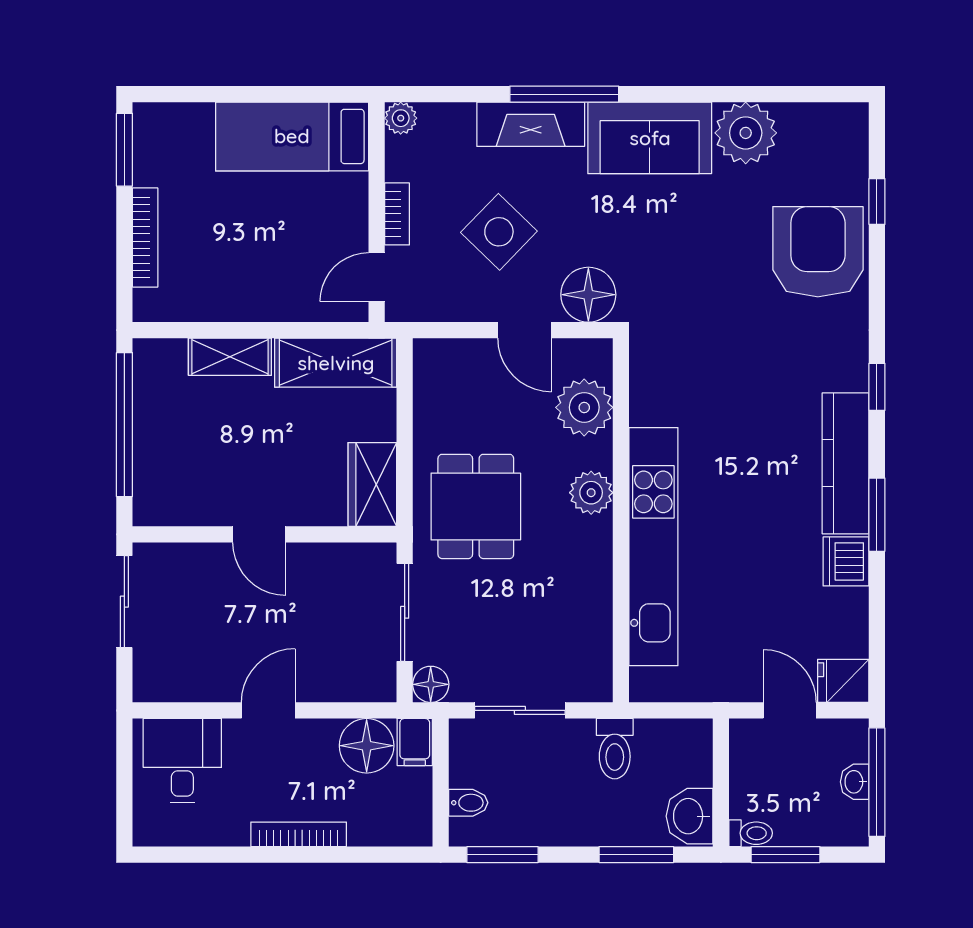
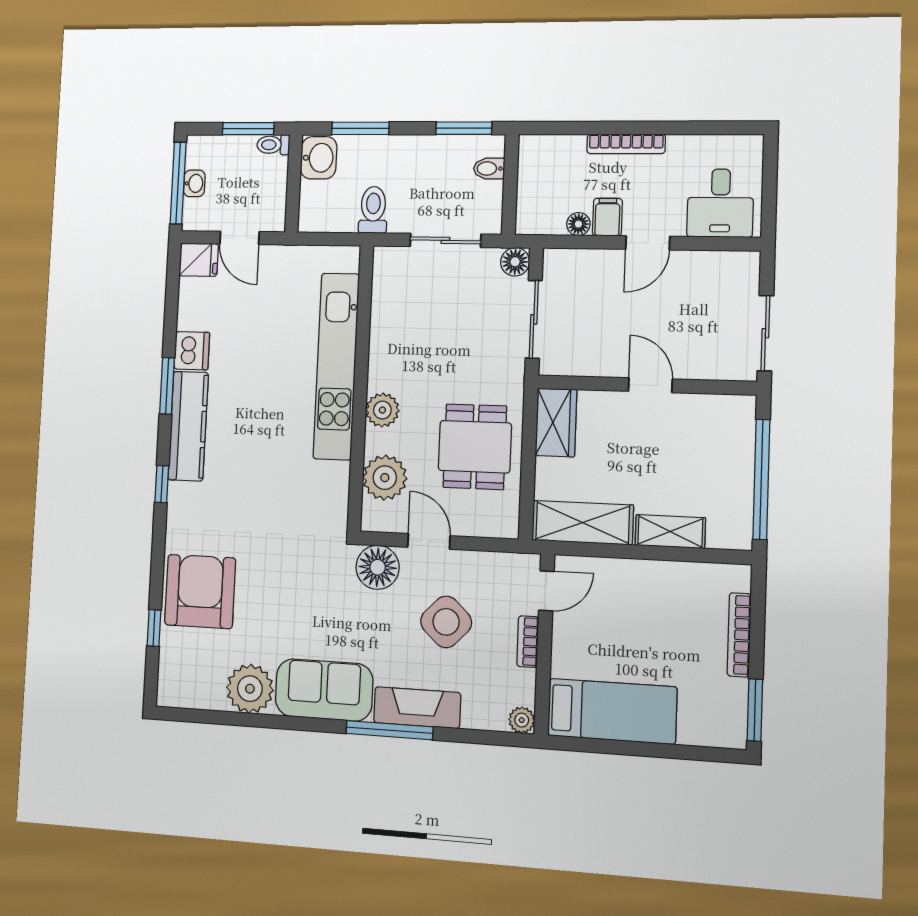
armchair: (818, 252) -> (200, 591), turned 180
dining table: (476, 506) -> (475, 447), moved
filing cabinet: (415, 742) -> (607, 217), moved
floor lamp: (367, 746) -> (578, 224), width x0.53, depth x0.53

